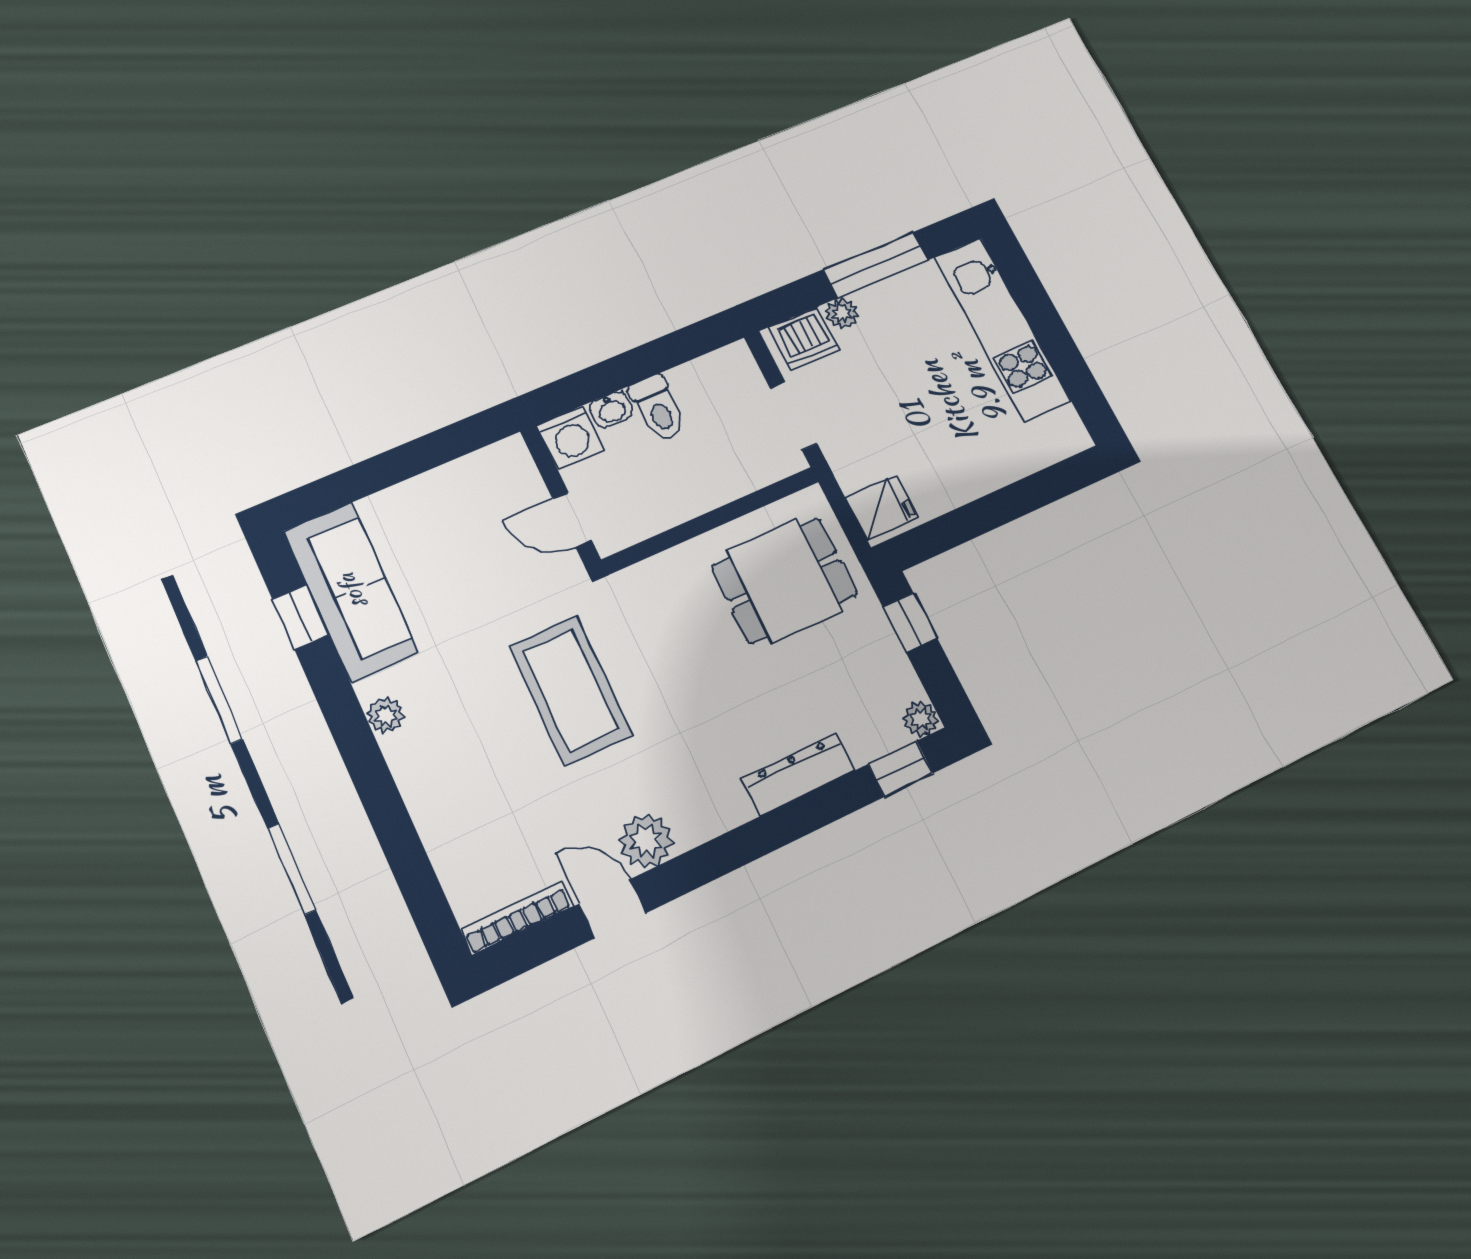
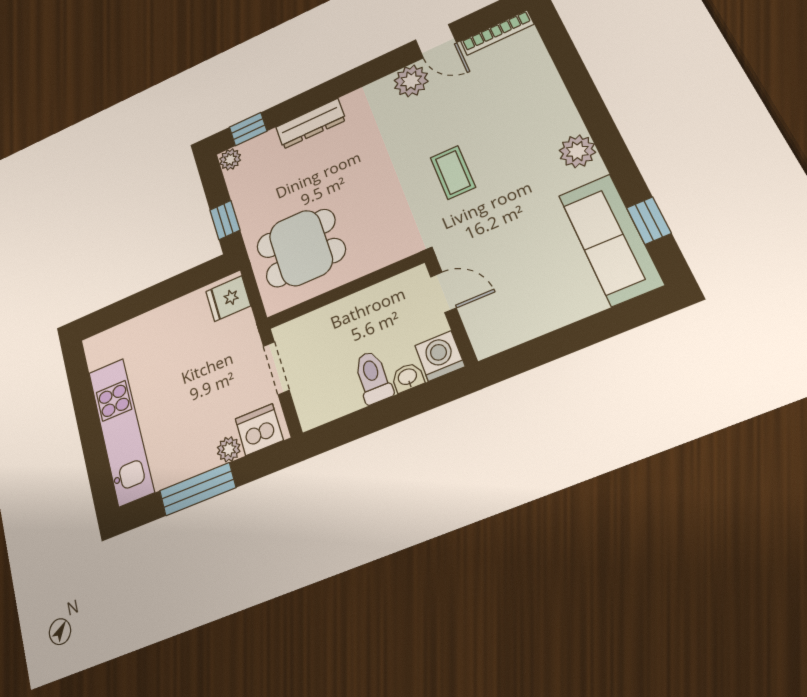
coffee table: (571, 690) -> (453, 172), width x0.54, depth x0.58
plant: (386, 715) -> (577, 151), width x1.38, depth x1.38

